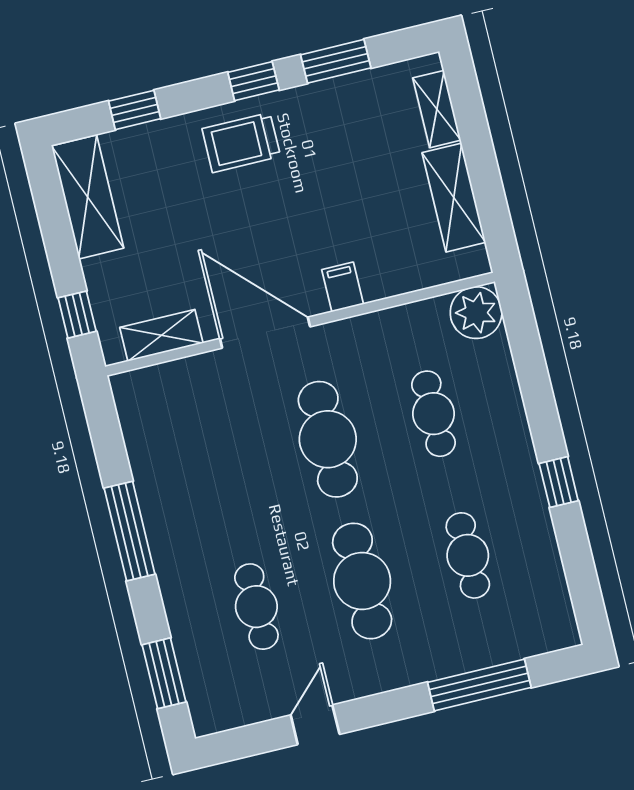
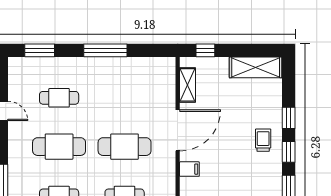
window: (135, 110) -> (289, 118), moved
trolley: (241, 143) -> (263, 140), width x0.73, depth x0.72

